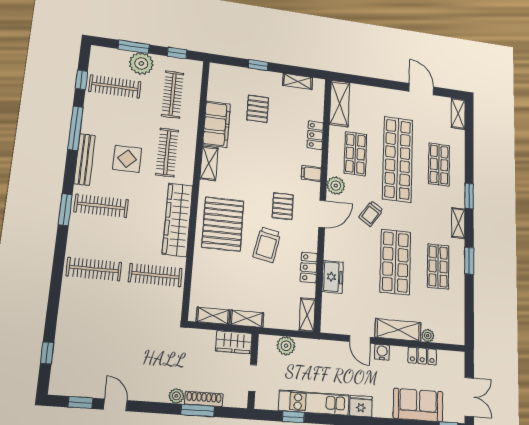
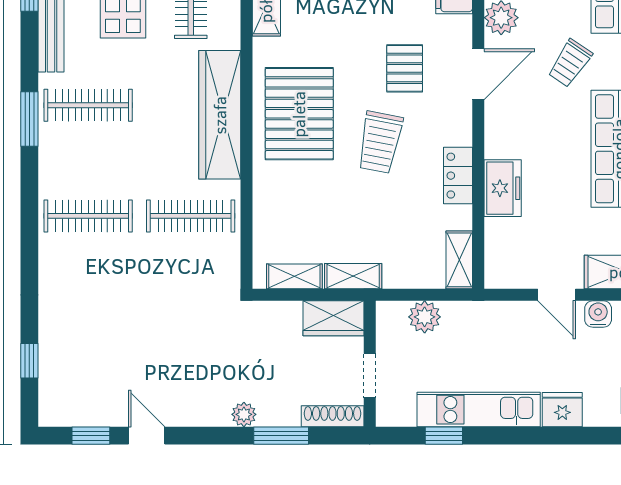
shoe rack: (204, 399) -> (333, 416), moved

